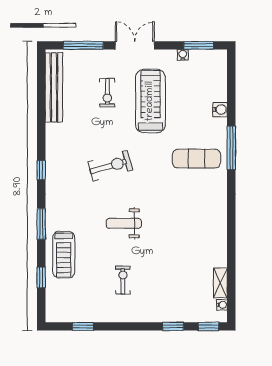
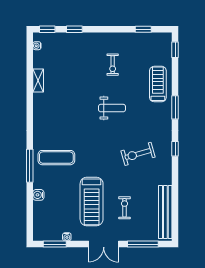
exercise bike: (110, 166) -> (138, 154), moved
window: (41, 277) -> (175, 50), moved
shelving: (220, 283) -> (38, 80), moved

